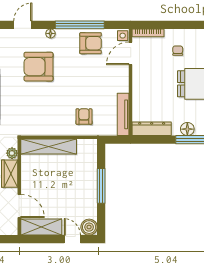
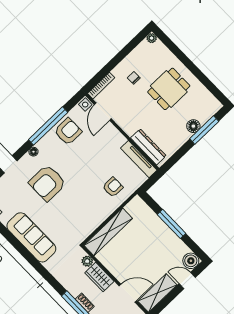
armchair: (84, 117) -> (113, 187), turned 90
dresser: (152, 129) -> (148, 147), moved, turned 90

